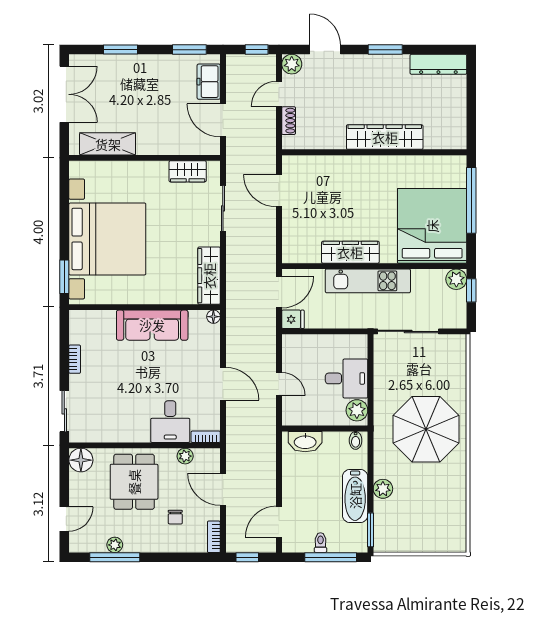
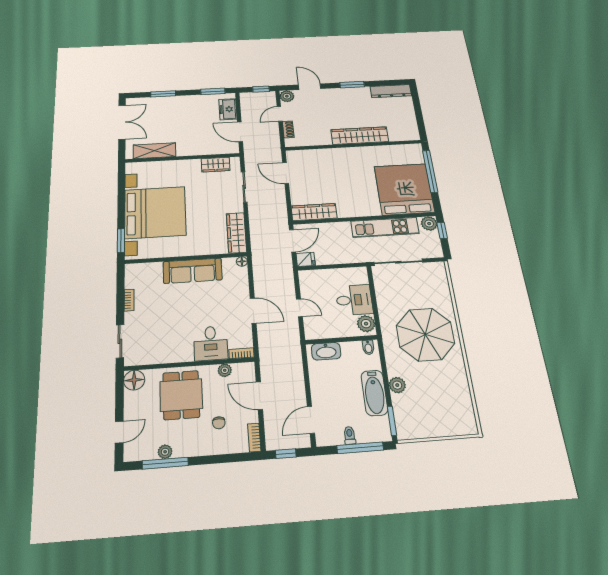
wardrobe: (350, 252) -> (314, 212), moved
kitchen unit: (368, 281) -> (385, 227), moved

